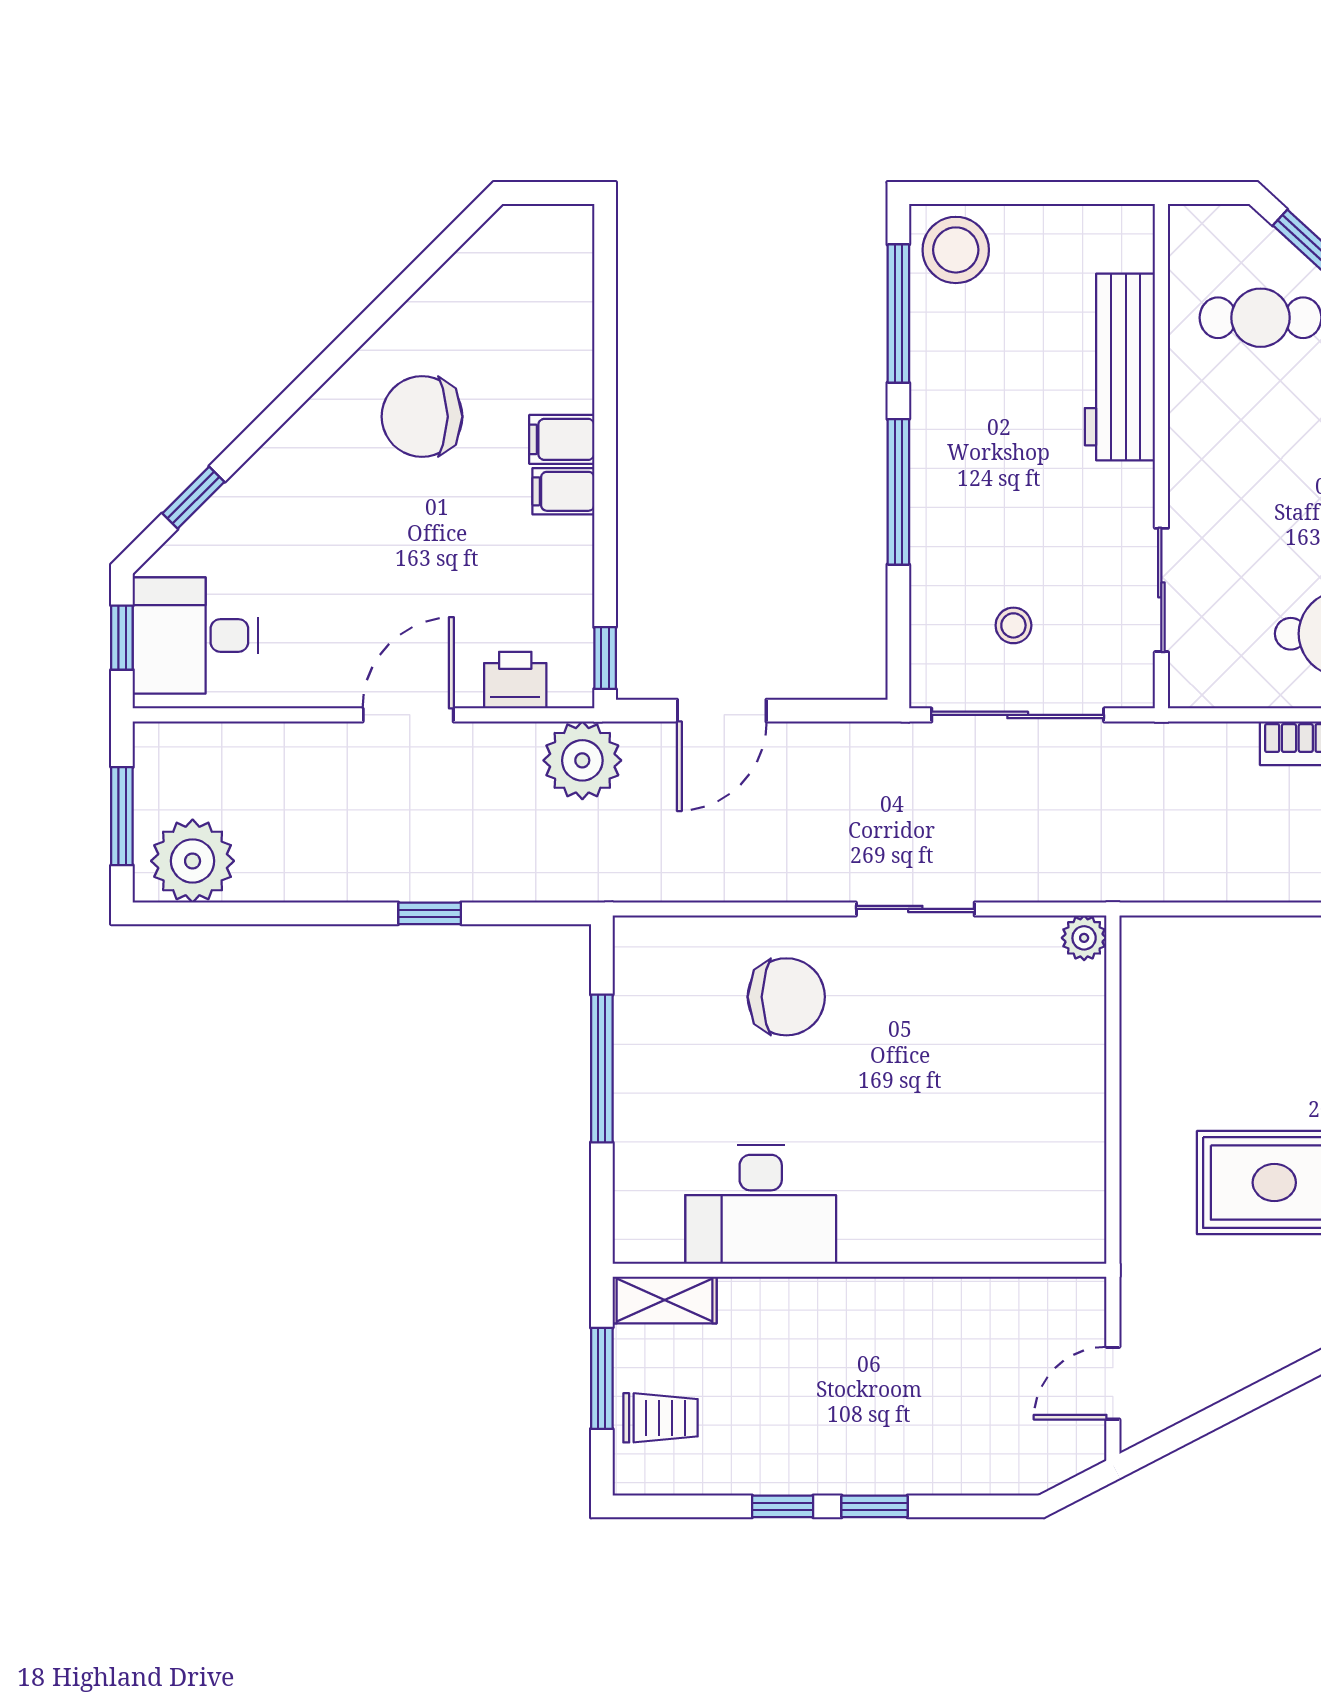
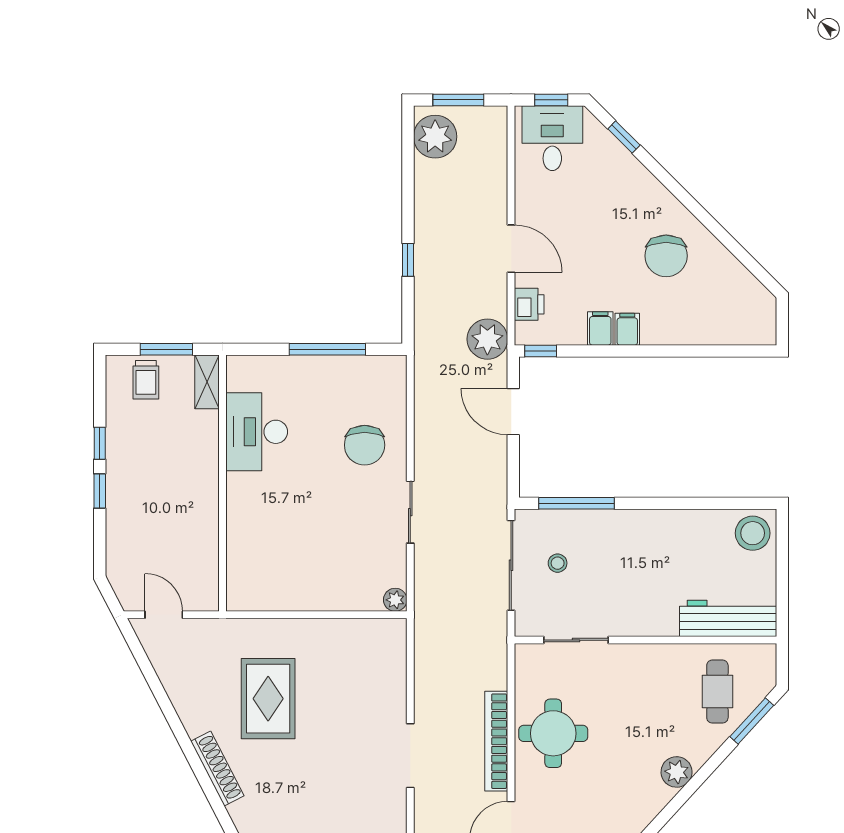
window: (898, 314) -> (720, 503), removed
workbench: (1120, 367) -> (728, 618), moved
chair: (422, 417) -> (666, 256), turned 180
filing cabinet: (562, 439) -> (600, 328), moved
window: (898, 492) -> (577, 503), moved

